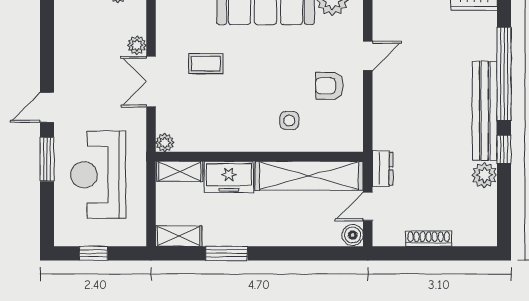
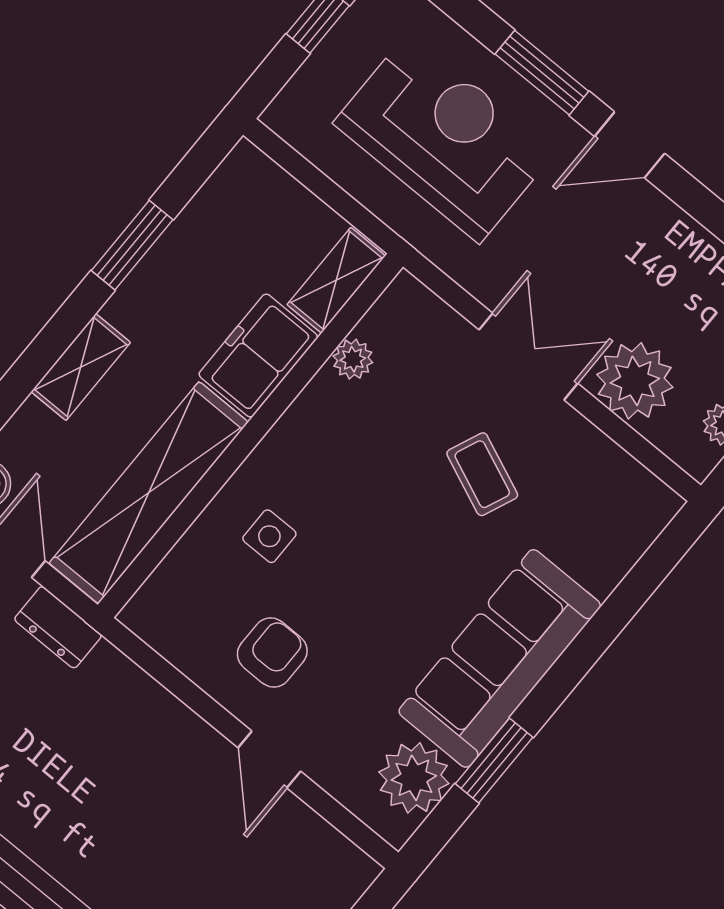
plant: (137, 45) -> (635, 381), width x1.88, depth x1.88
coffee table: (206, 64) -> (482, 474), turned -67
door: (47, 107) -> (630, 145), swing flipped
plant: (165, 143) -> (353, 359), moved
shelving: (179, 236) -> (81, 367), moved

